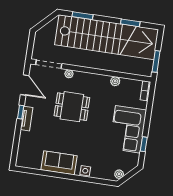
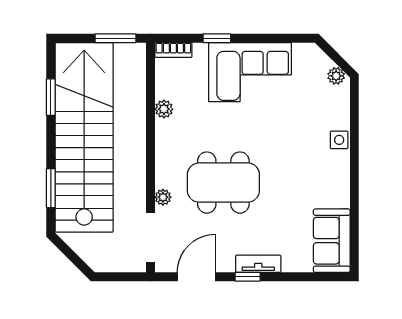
dining table: (72, 107) -> (223, 183), width x1.37
window: (144, 144) -> (217, 38), moved
sofa: (59, 163) -> (332, 241), moved

